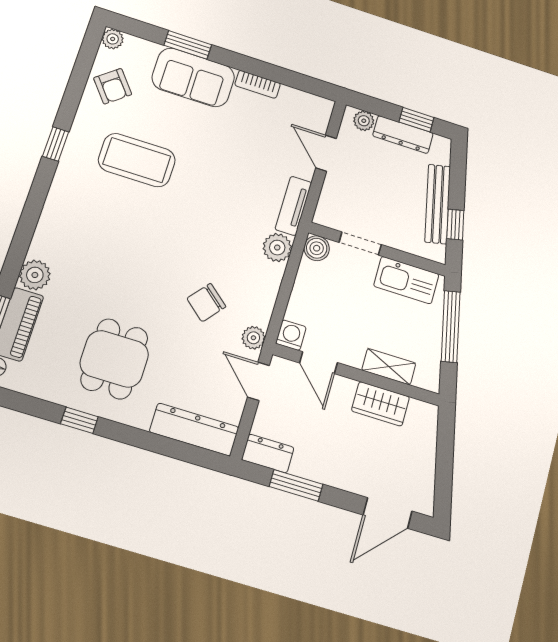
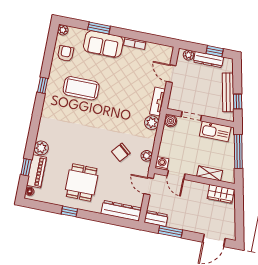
armchair: (113, 86) -> (66, 54), turned -141
plant: (253, 338) -> (147, 156), moved
wardrobe: (381, 404) -> (221, 194), moved

